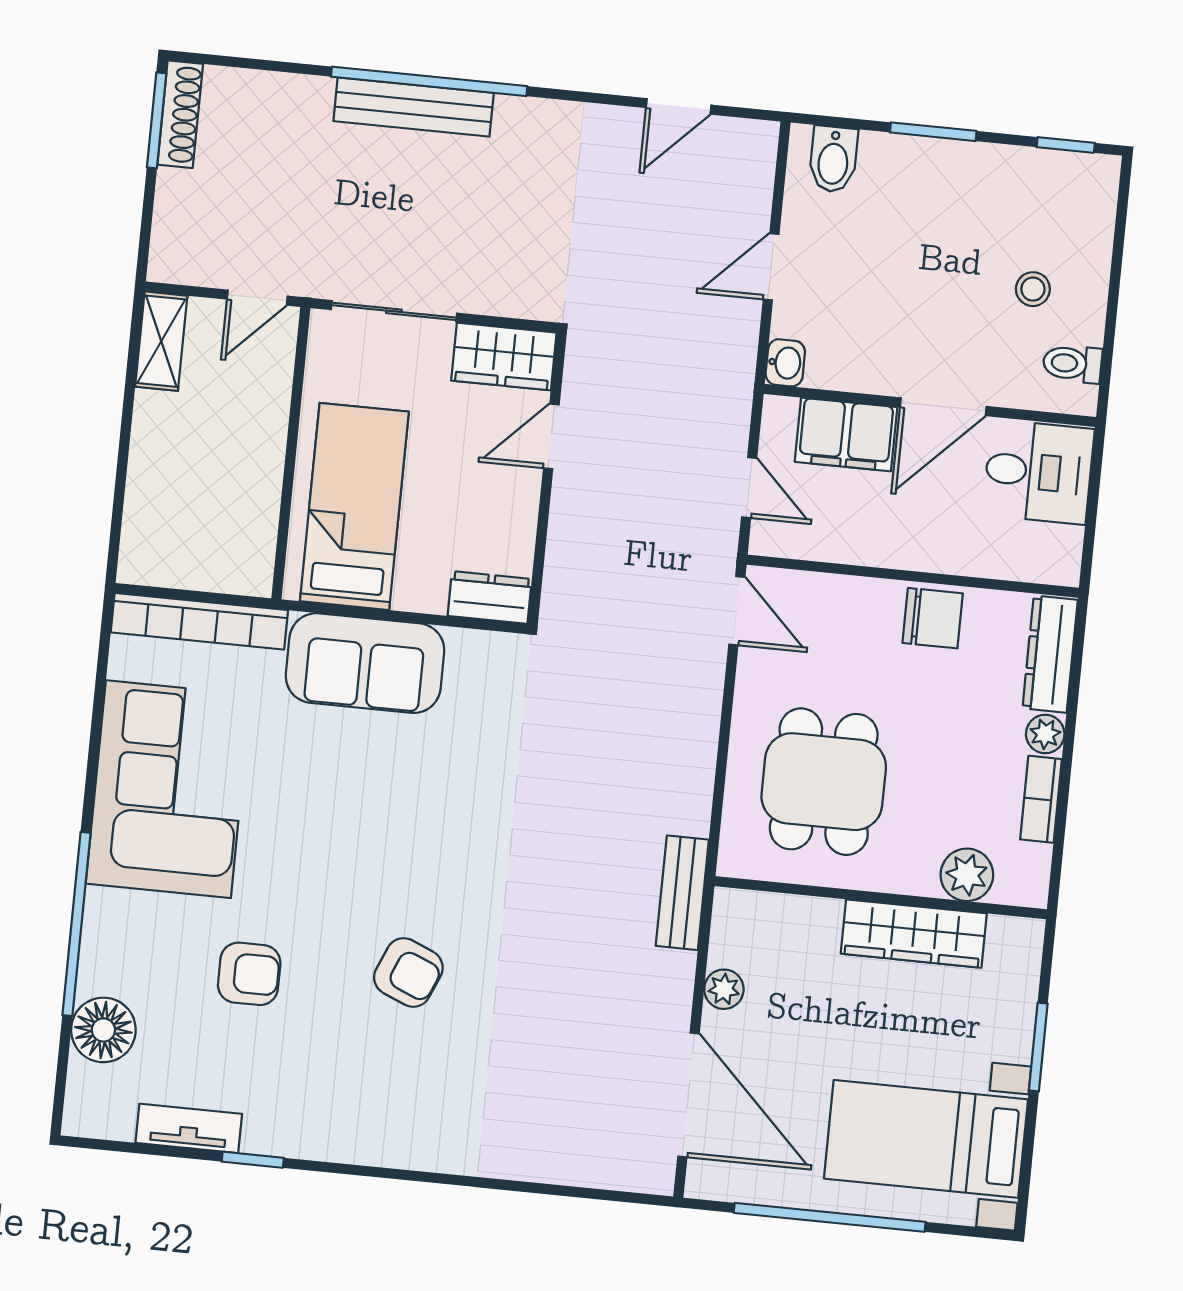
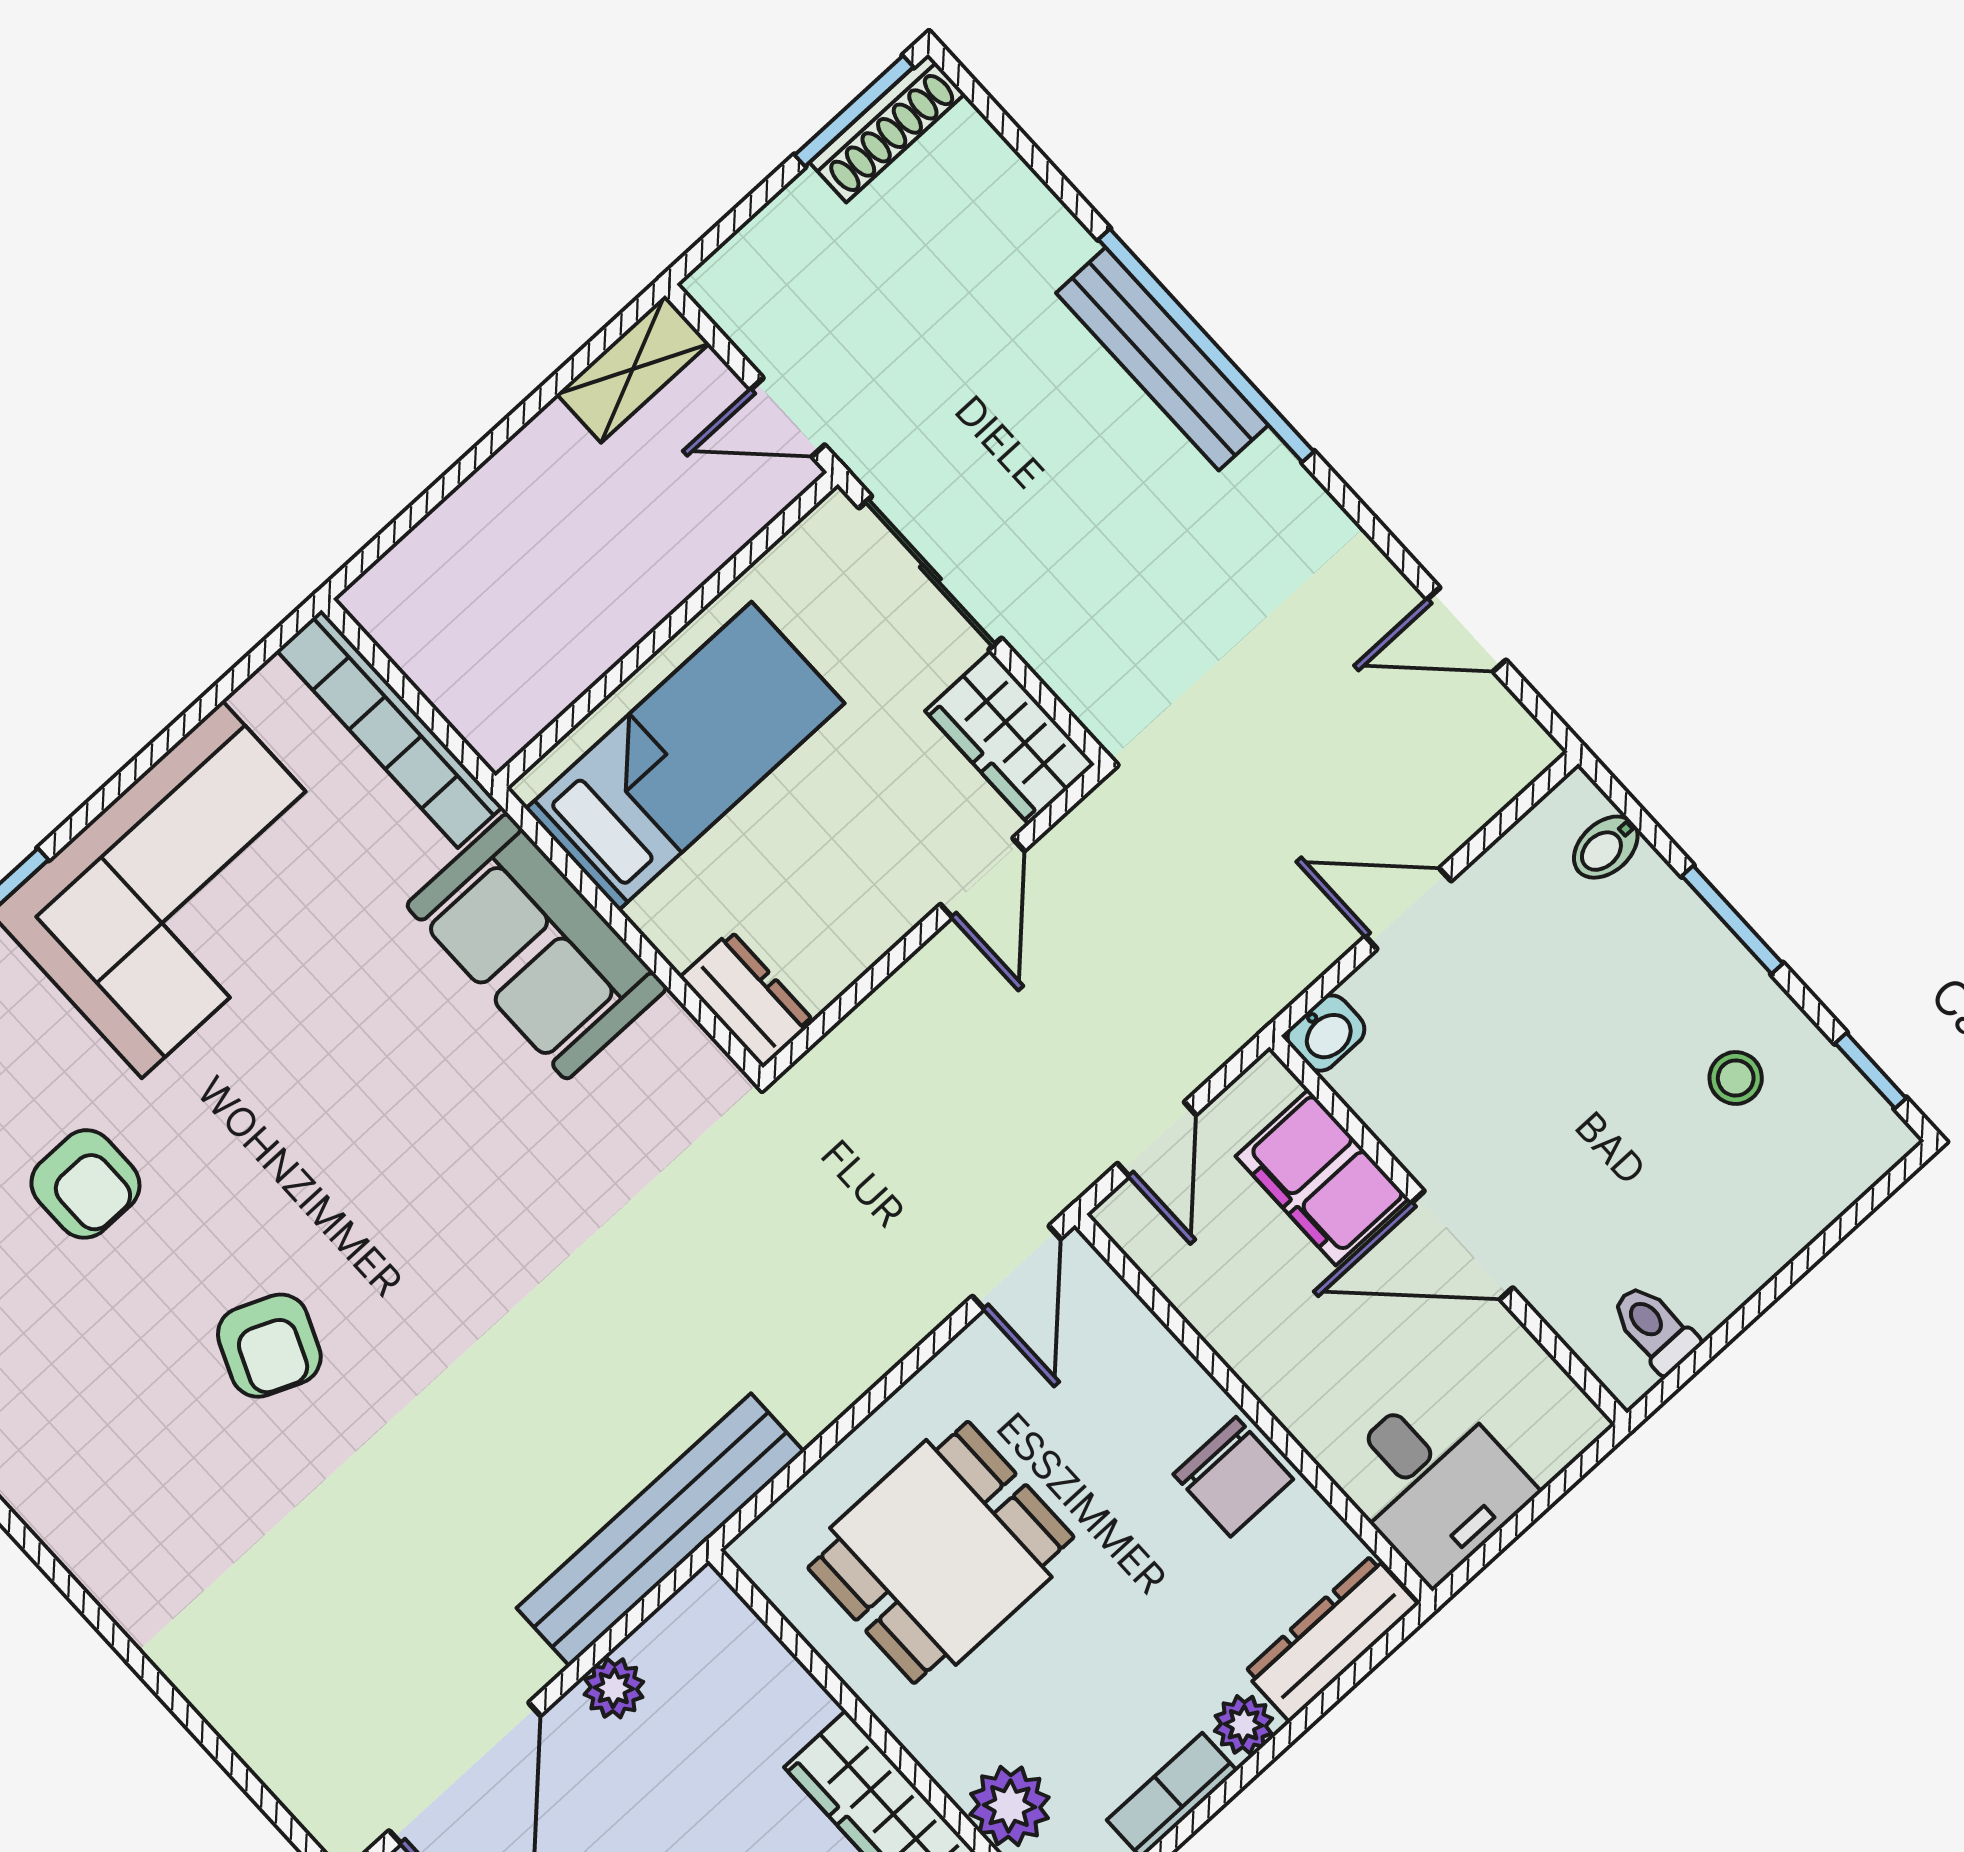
bidet: (833, 159) -> (1606, 847), width x0.72, depth x0.74
stool: (1033, 289) -> (1736, 1078), moved
door: (551, 436) -> (982, 878), swing flipped
desk: (1038, 472) -> (1433, 1483), moved
bench: (682, 893) -> (660, 1530), width x1.86, depth x1.21

